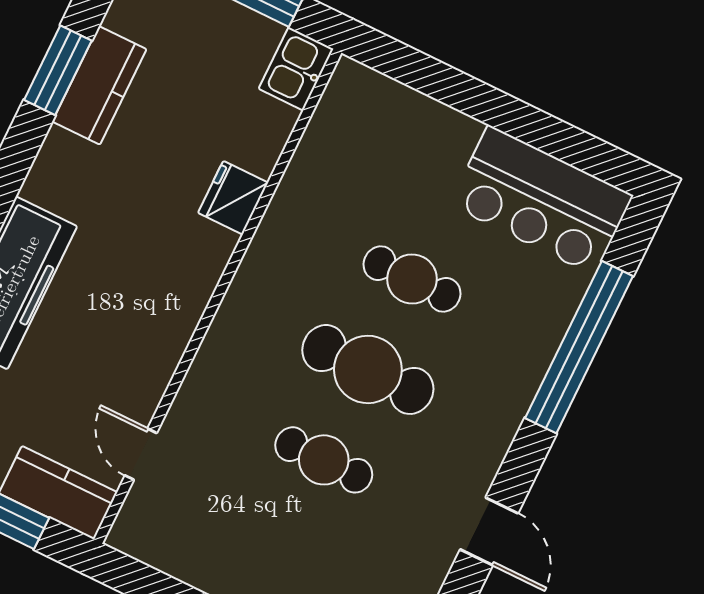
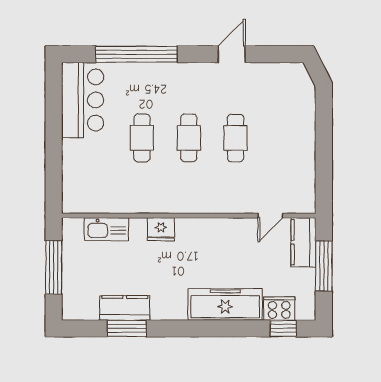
kitchen sink: (296, 69) -> (106, 229), moved, width x1.38
fridge: (233, 198) -> (161, 229), moved
cafe table: (368, 369) -> (189, 138), width x0.73, depth x0.74

